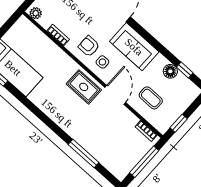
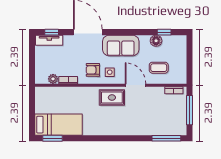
plant: (36, 13) -> (53, 79), moved
window: (179, 123) -> (190, 68), removed
window: (83, 153) -> (166, 138), moved

